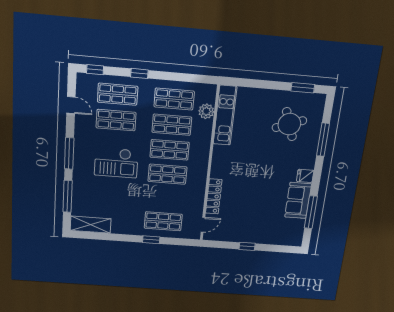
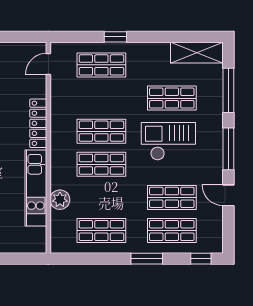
window: (139, 73) -> (147, 259), width x1.50
door: (71, 105) -> (228, 195), moved
plant: (206, 111) -> (60, 200), moved
kitchen unit: (225, 115) -> (36, 188), moved
shop shelf: (172, 125) -> (172, 98), moved
locker: (214, 196) -> (38, 123), moved

